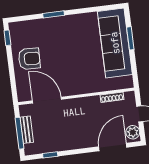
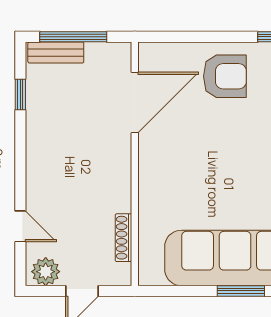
armchair: (29, 59) -> (225, 76), turned -92
bench: (27, 130) -> (56, 52), moved
door: (113, 147) -> (20, 226), width x0.53

